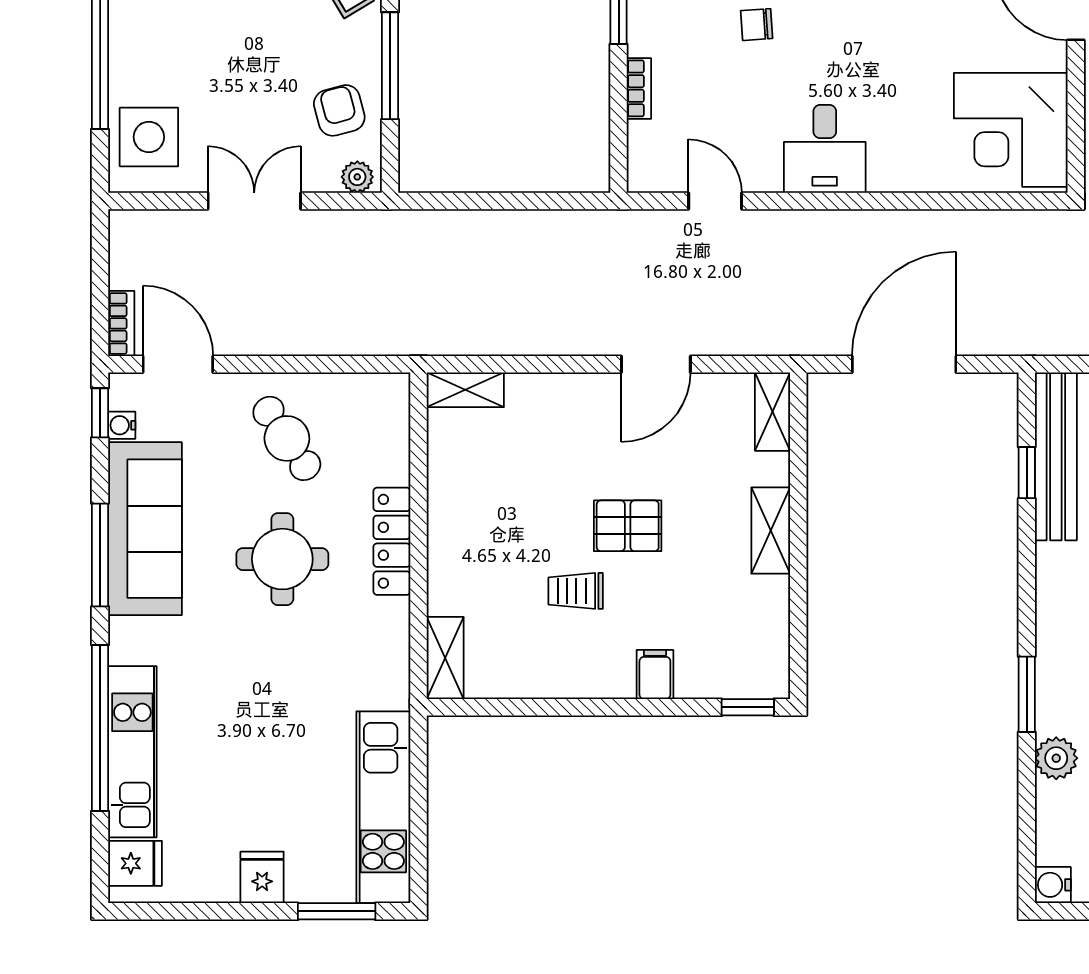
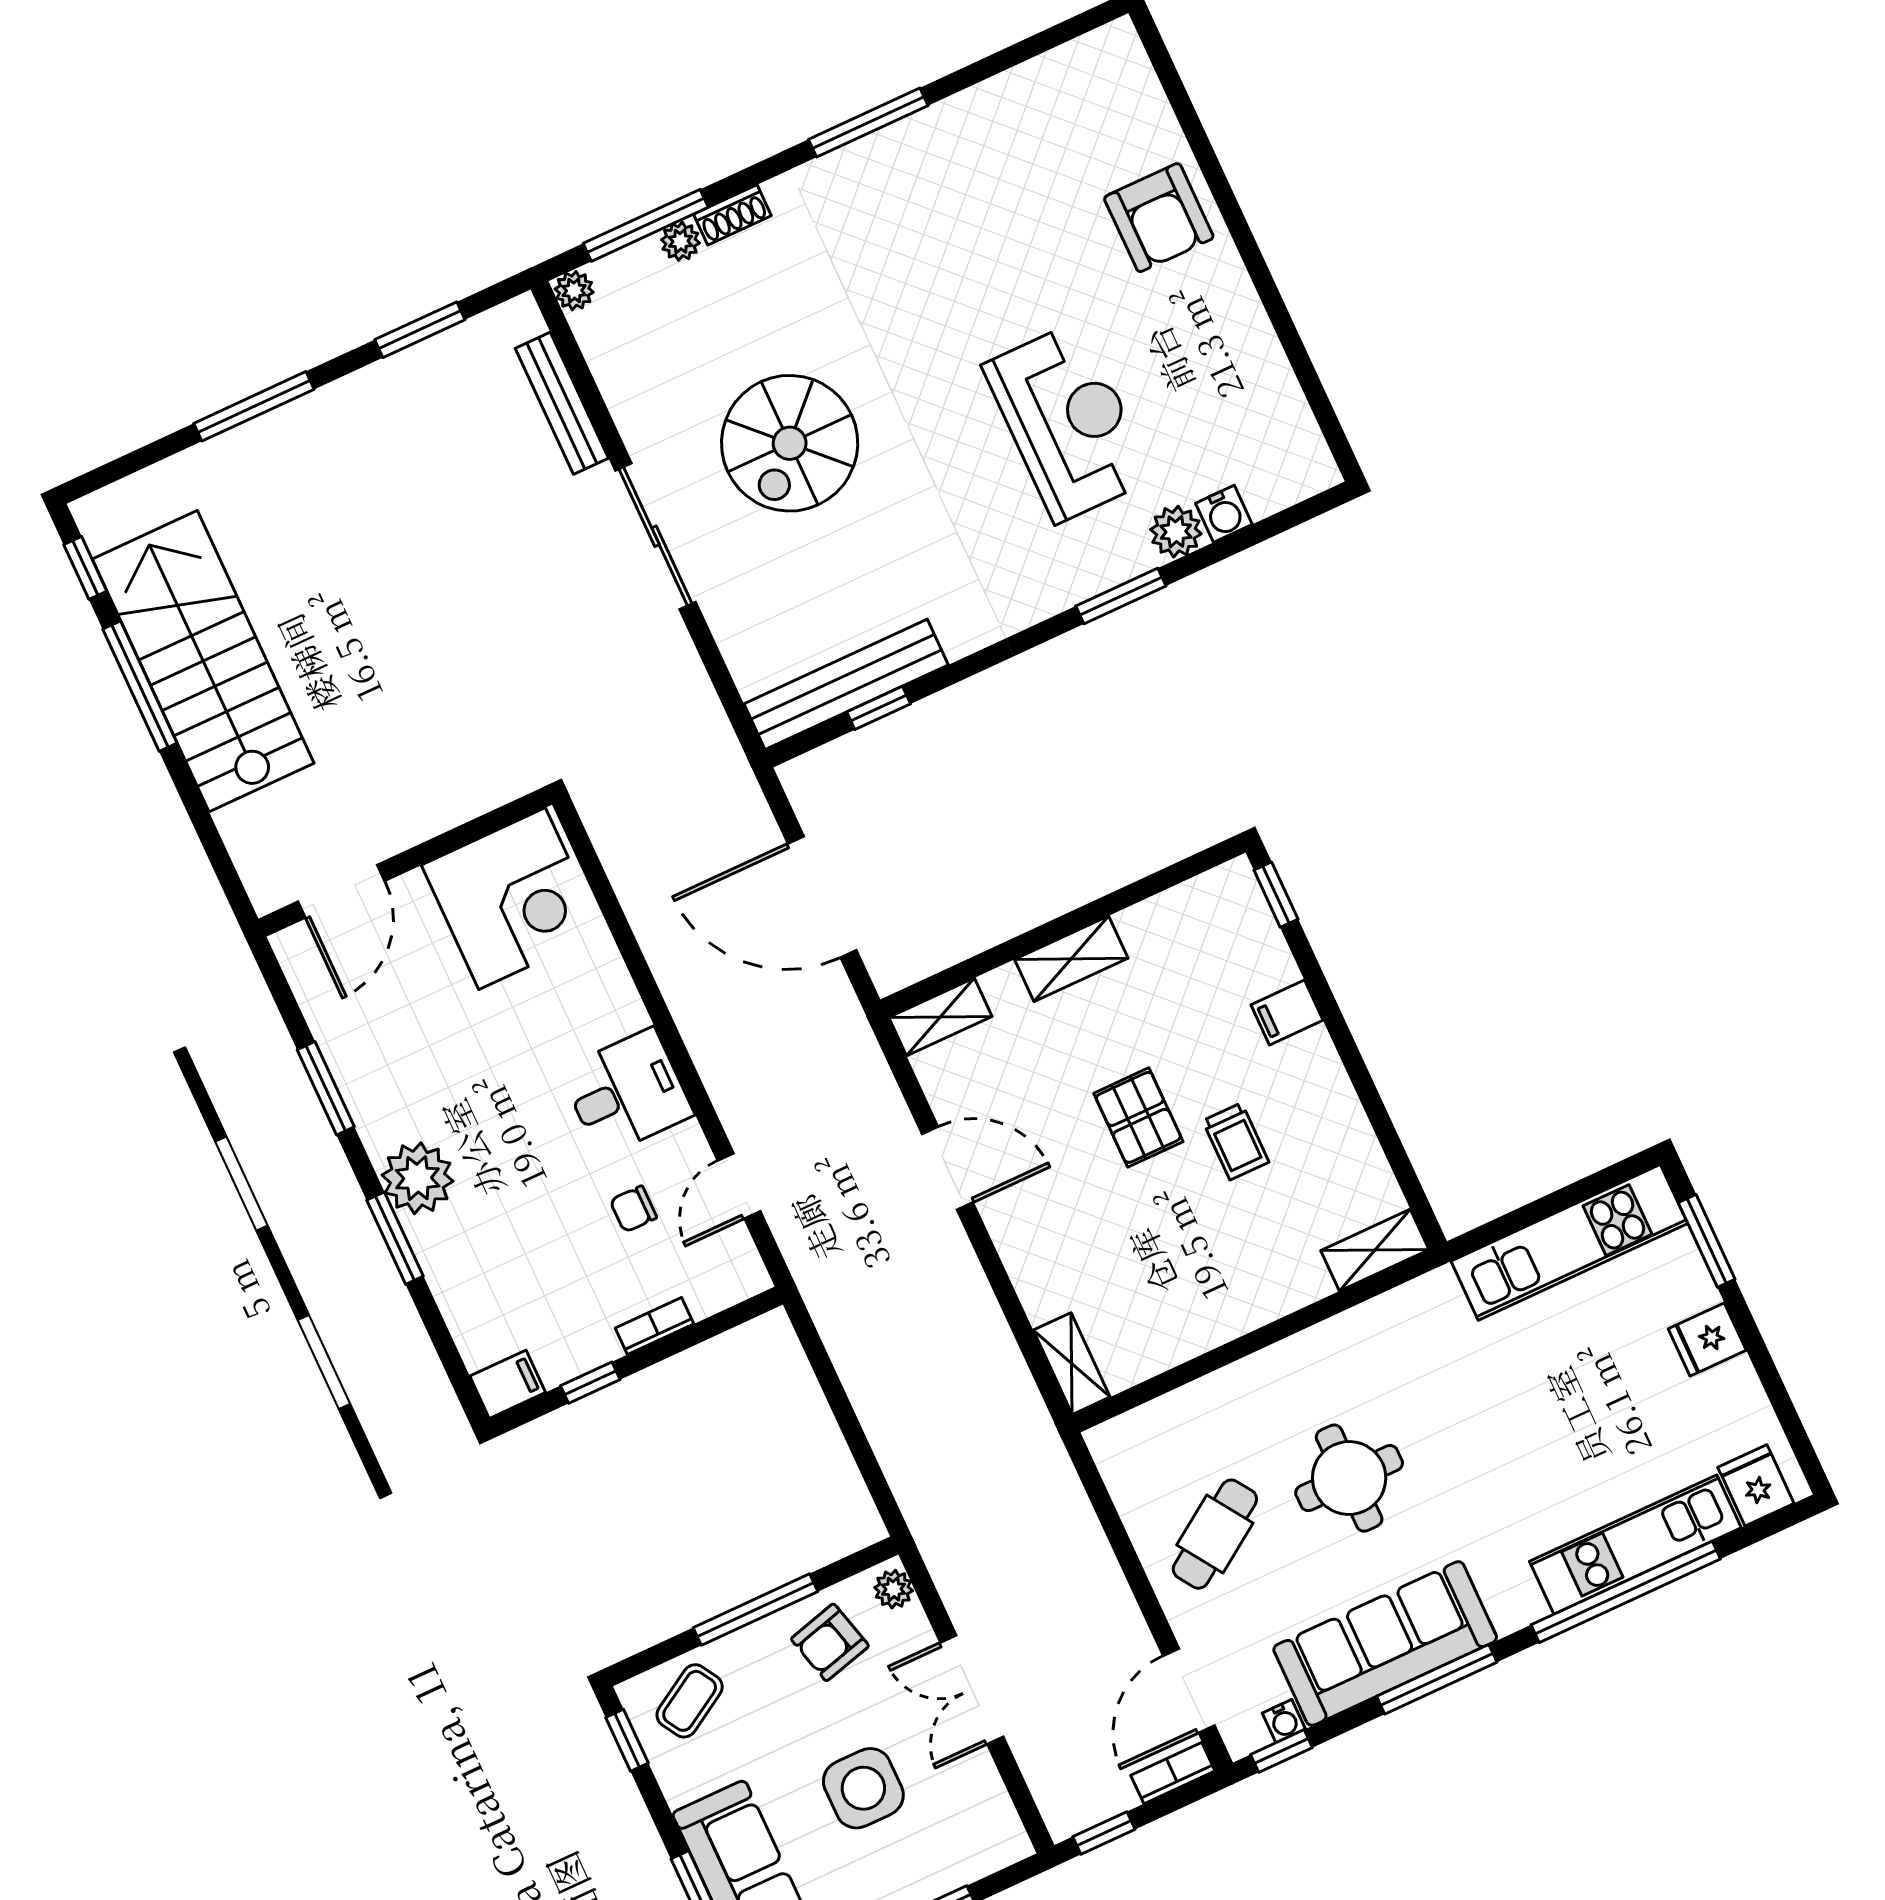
chair: (757, 25) -> (633, 1209), moved, turned 94
side table: (149, 137) -> (863, 1788), moved
window: (100, 251) -> (1104, 1833), added
locker: (392, 541) -> (1274, 1367), removed
water cooler: (1053, 885) -> (1224, 514), moved

